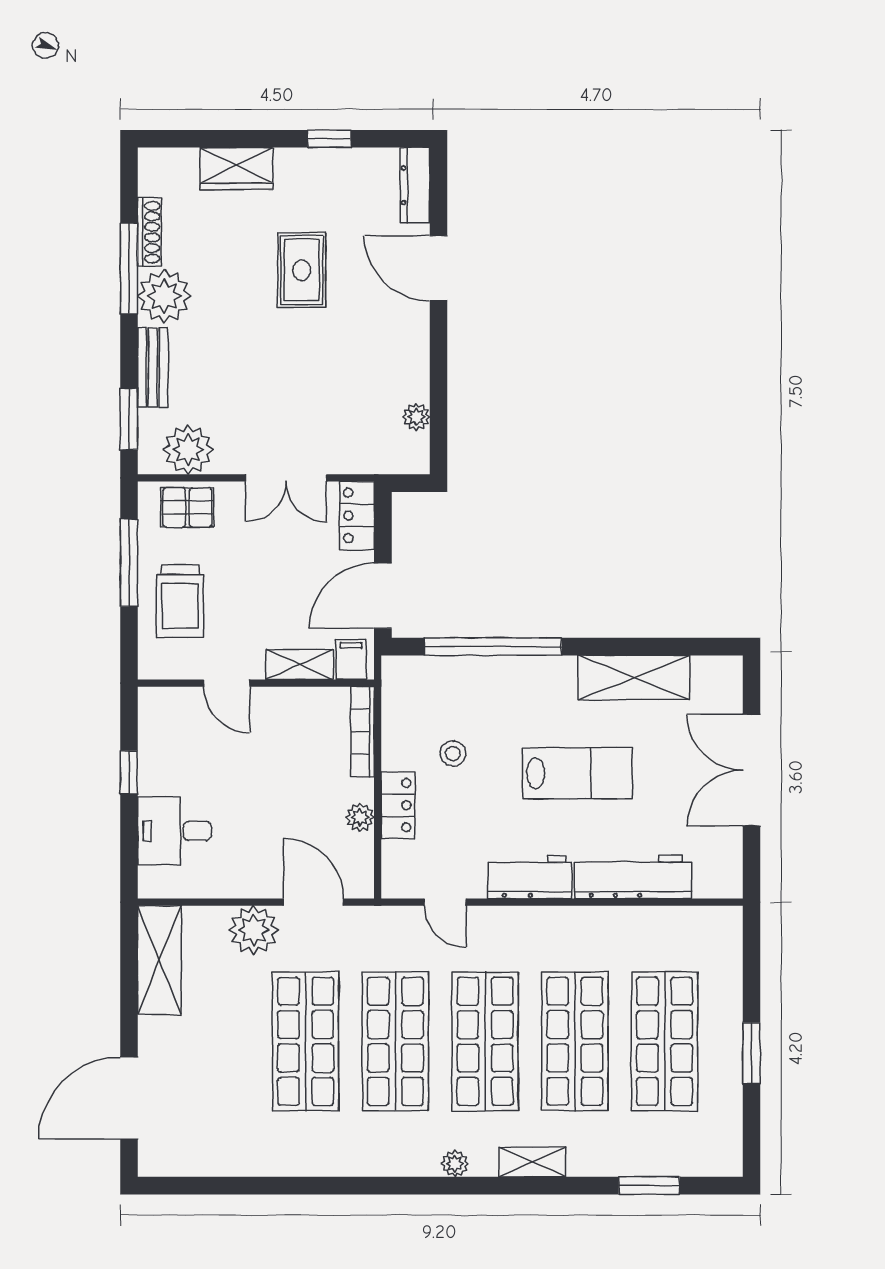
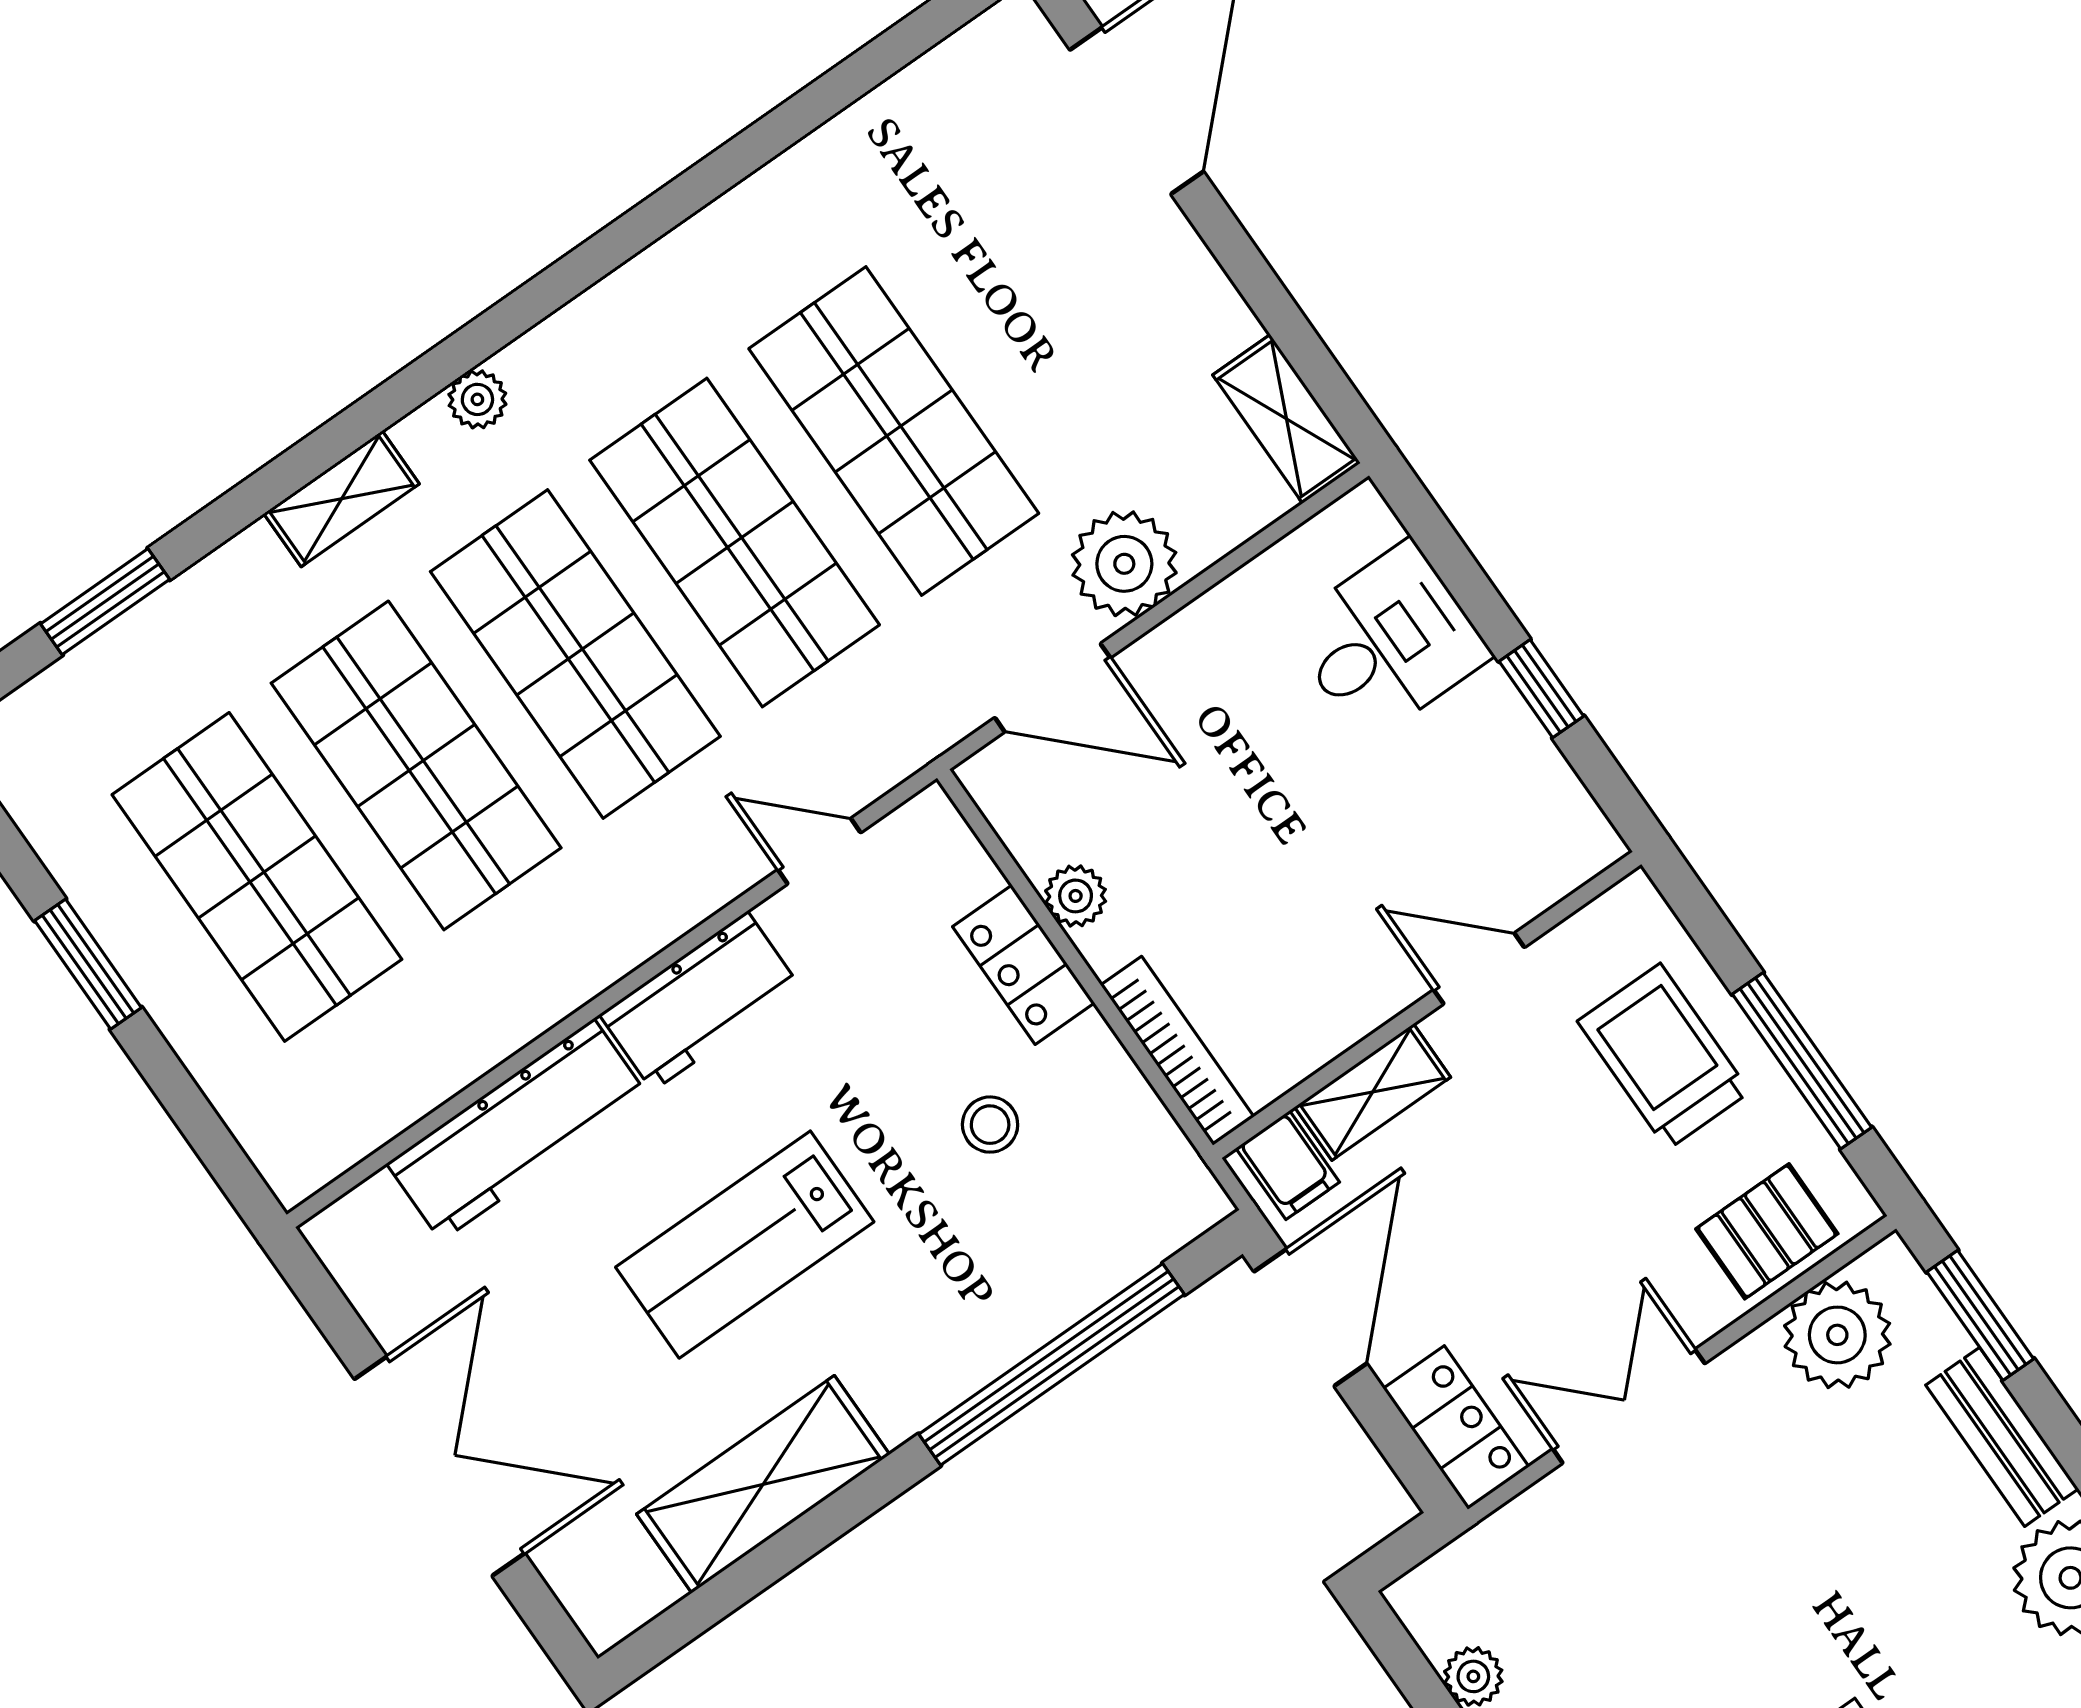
shelving: (159, 960) -> (1286, 419), width x0.67, depth x0.75

